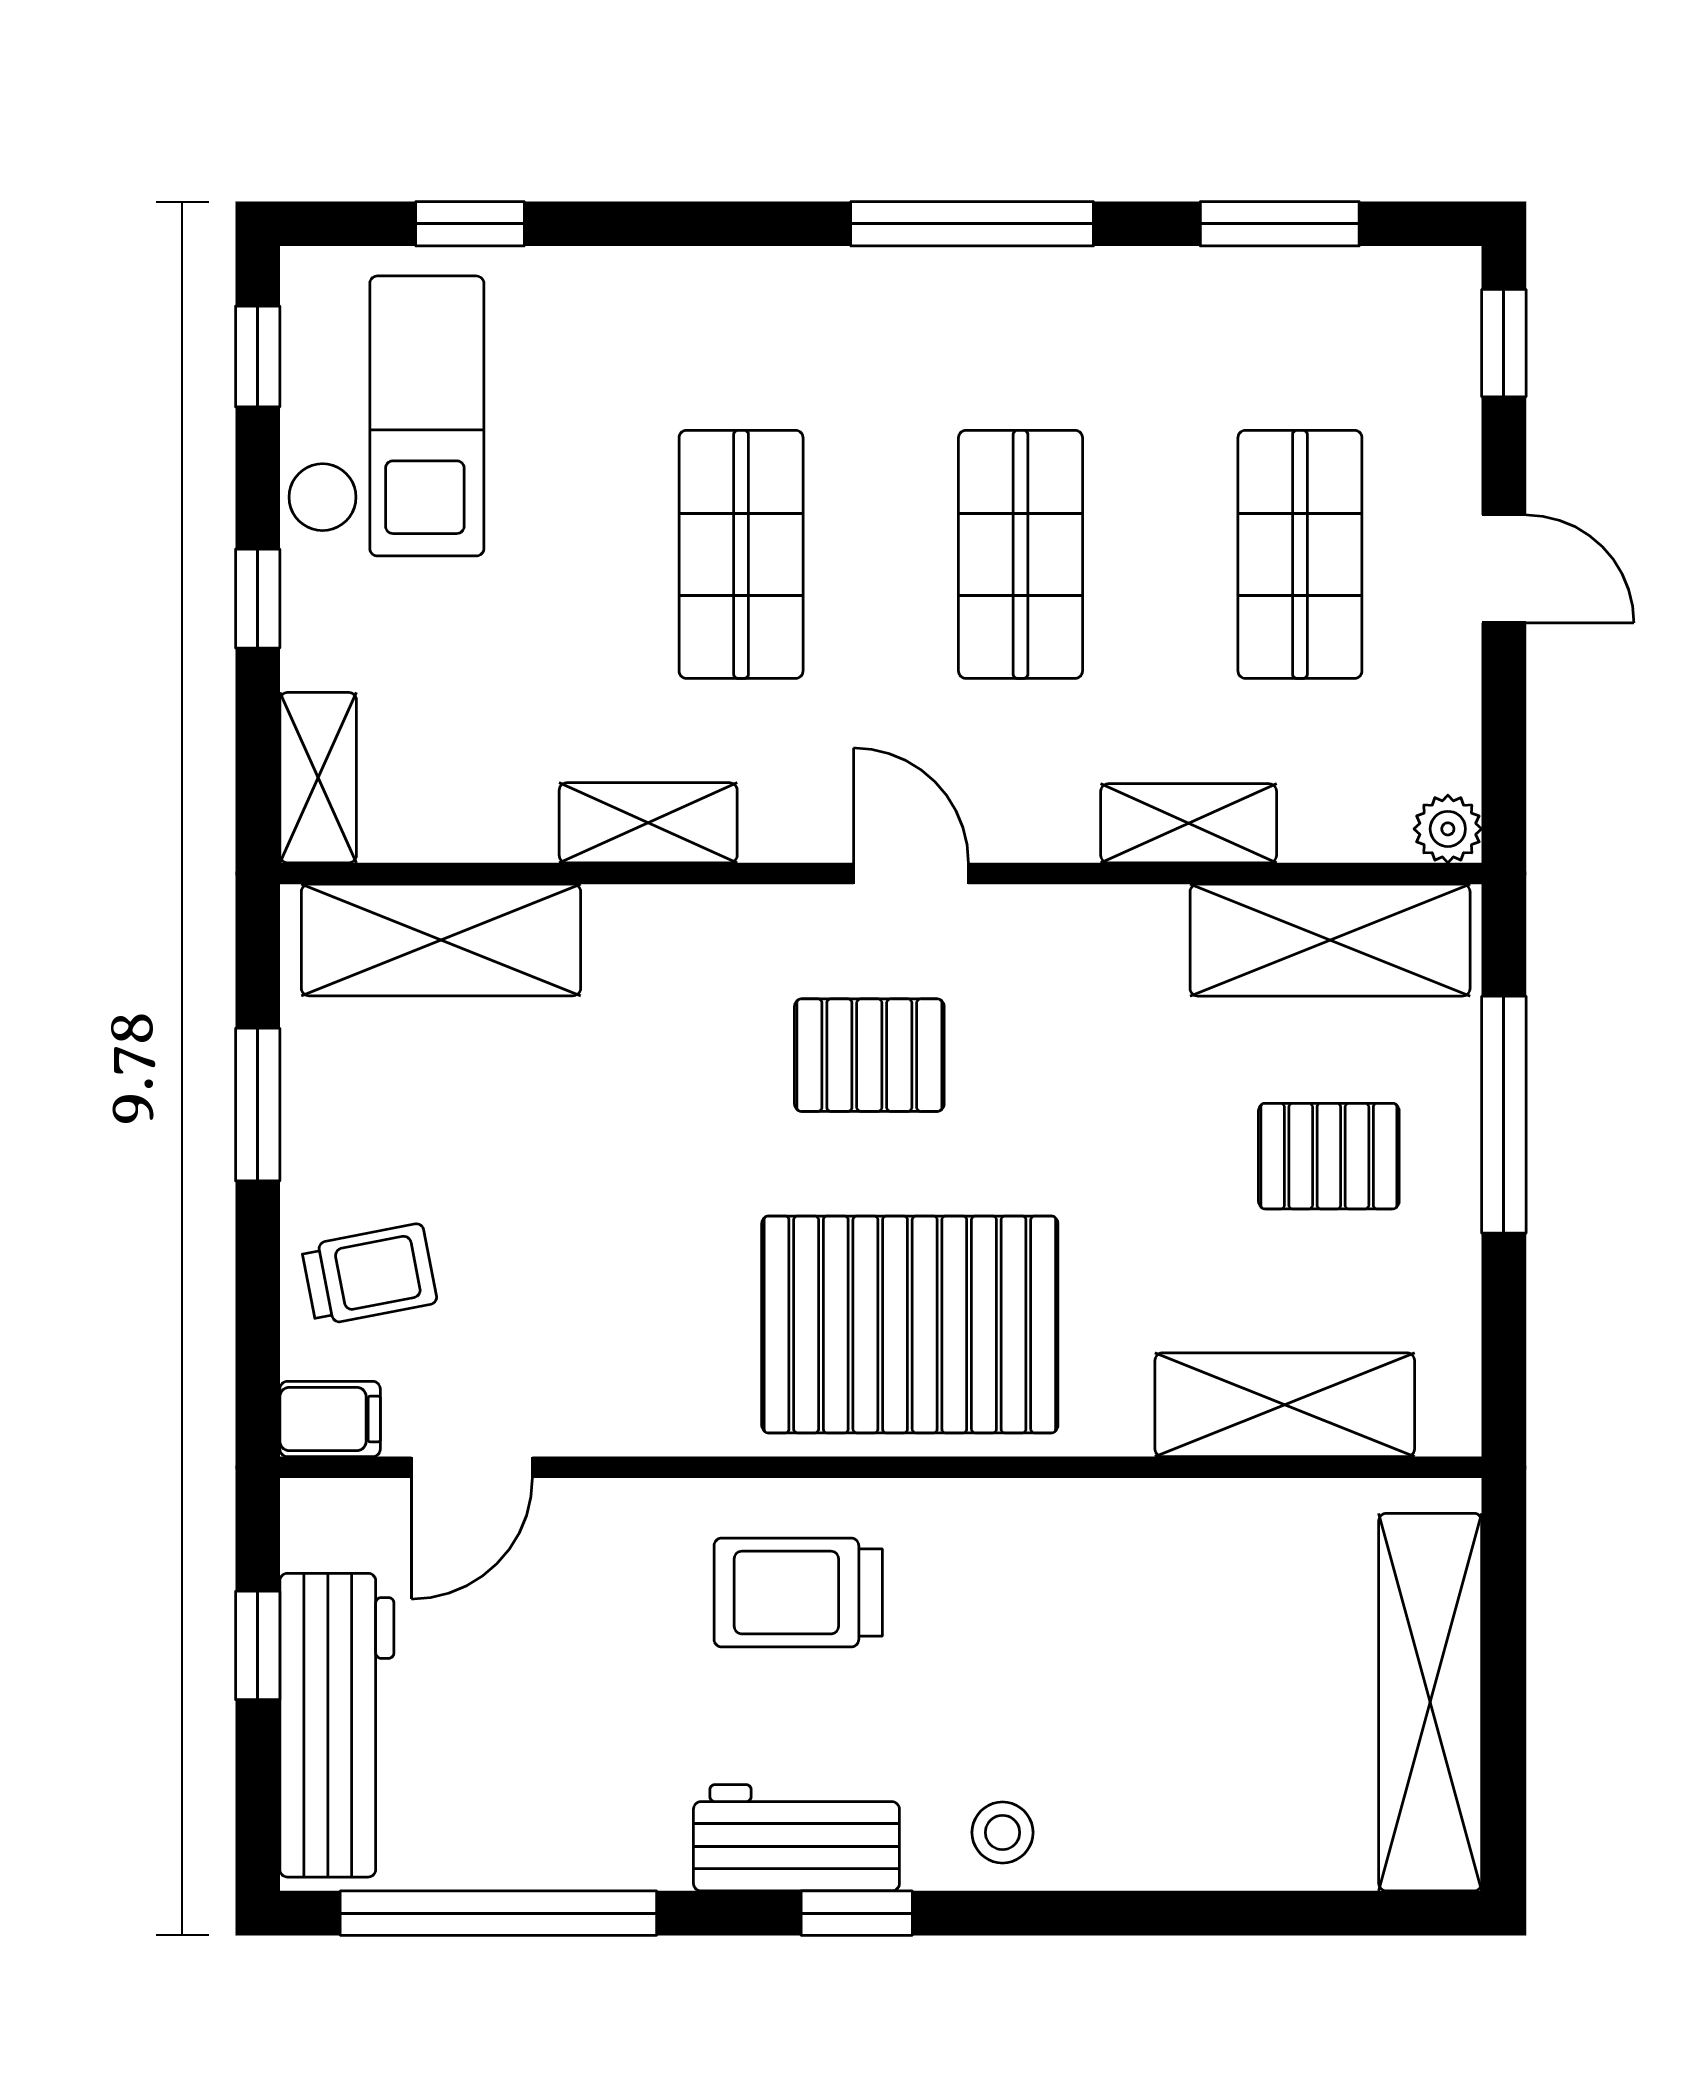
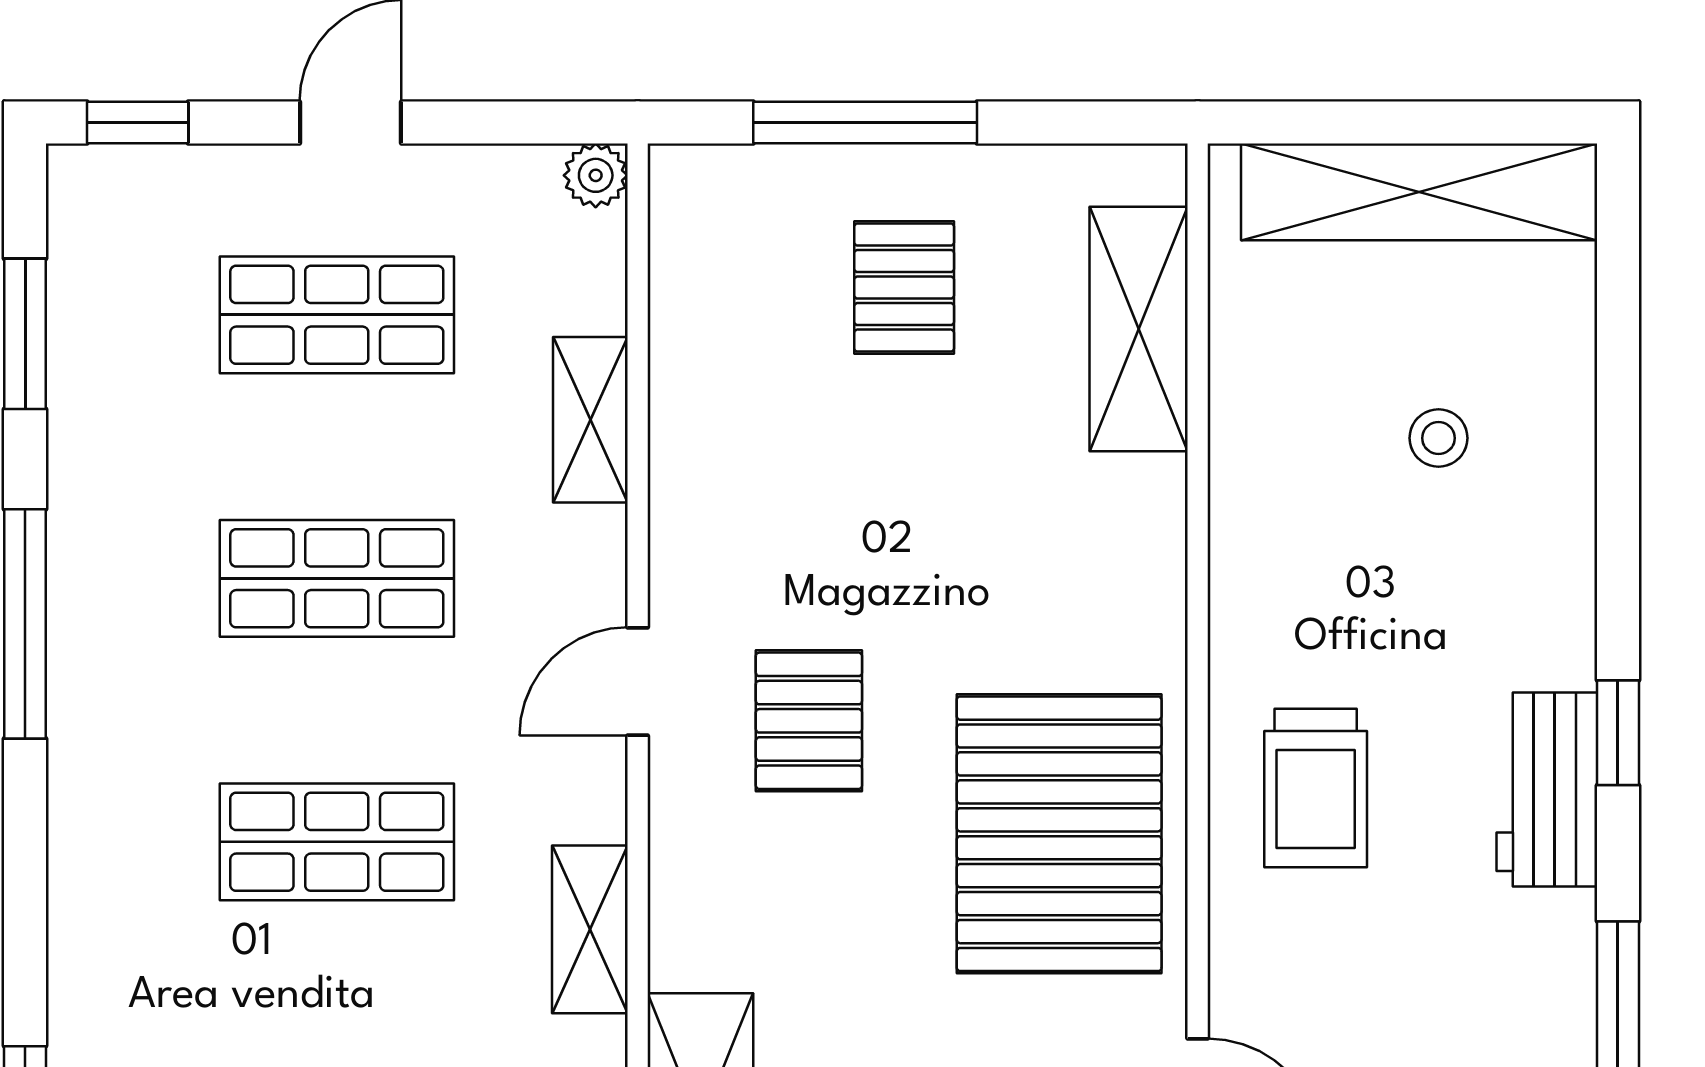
shelving: (1330, 940) -> (700, 286), removed
pallet: (910, 1324) -> (1059, 834), moved
stool: (1003, 1832) -> (1439, 438), moved

